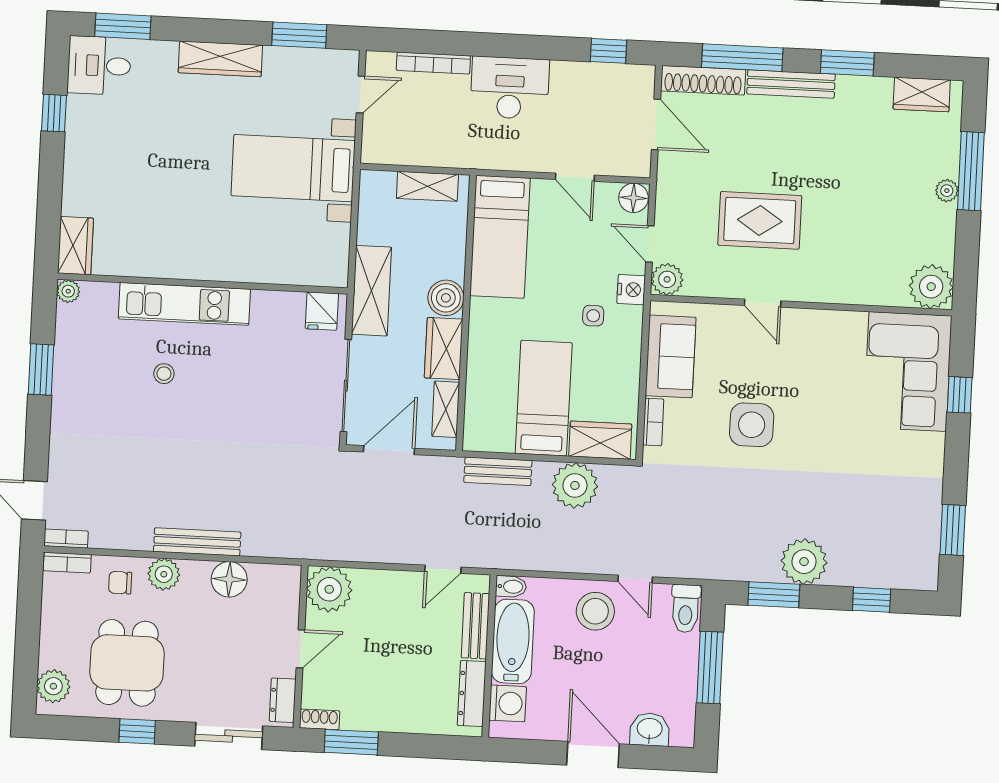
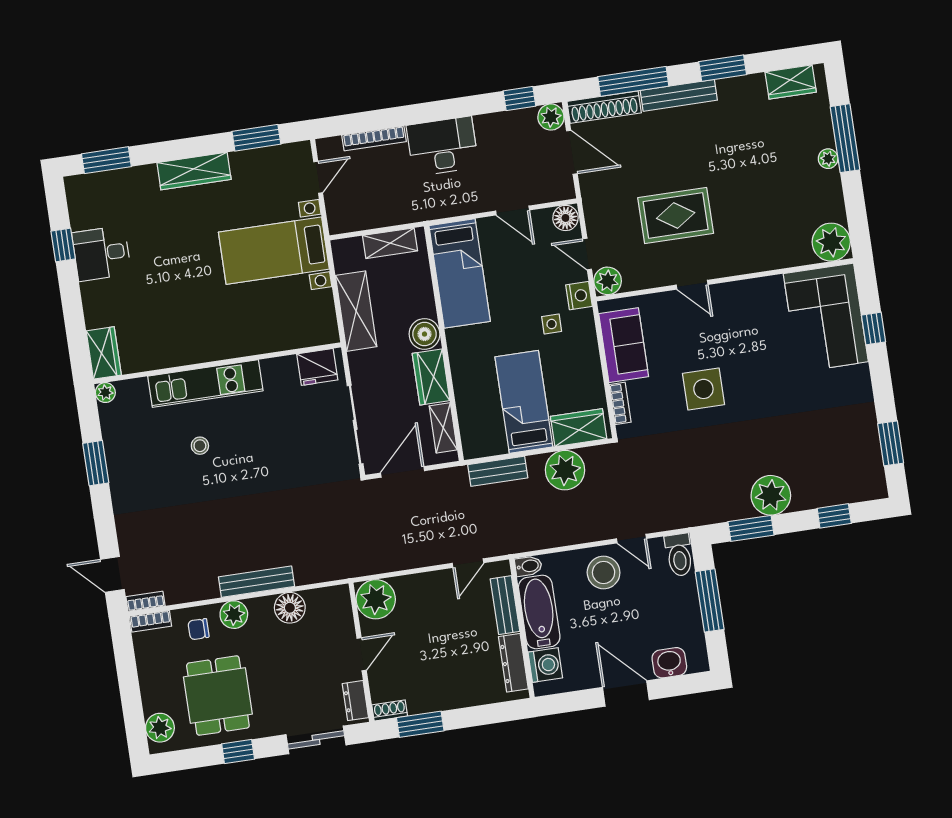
desk: (99, 66) -> (101, 253), moved
plant: (640, 79) -> (551, 117), added
shelving: (371, 291) -> (356, 311), moved
fridge: (322, 311) -> (317, 367), width x1.38

